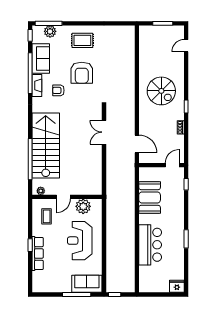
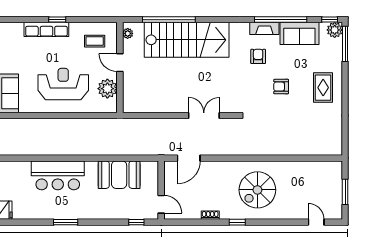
plant: (50, 31) -> (335, 30), moved
armchair: (82, 73) -> (281, 87), width x0.53, depth x0.53

